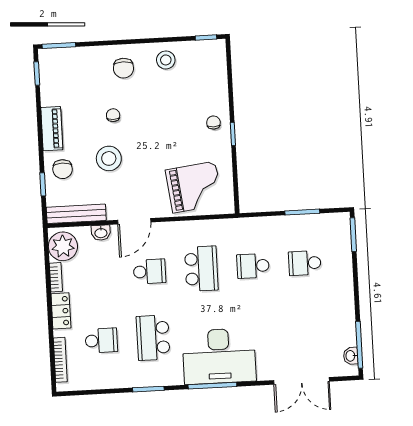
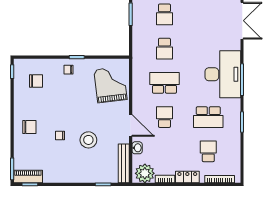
stool: (166, 60) -> (25, 99), removed
piano: (52, 129) -> (28, 176), moved
chair: (63, 169) -> (36, 81), moved

